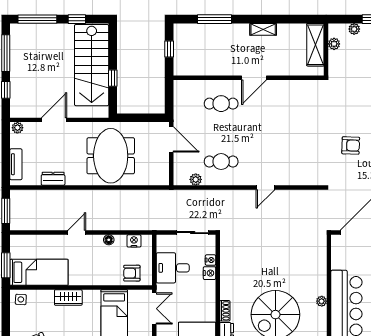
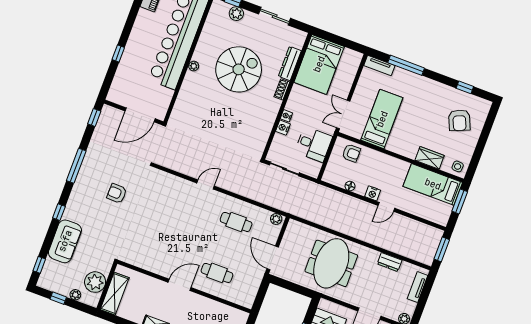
plant: (334, 44) -> (95, 282), width x1.88, depth x1.88
plant: (196, 179) -> (276, 219), moved
floor lamp: (109, 240) -> (350, 186), moved
nightstand: (134, 241) -> (373, 193), moved
nightstand: (210, 260) -> (286, 116), moved
wardrobe: (68, 298) -> (430, 158), moved

